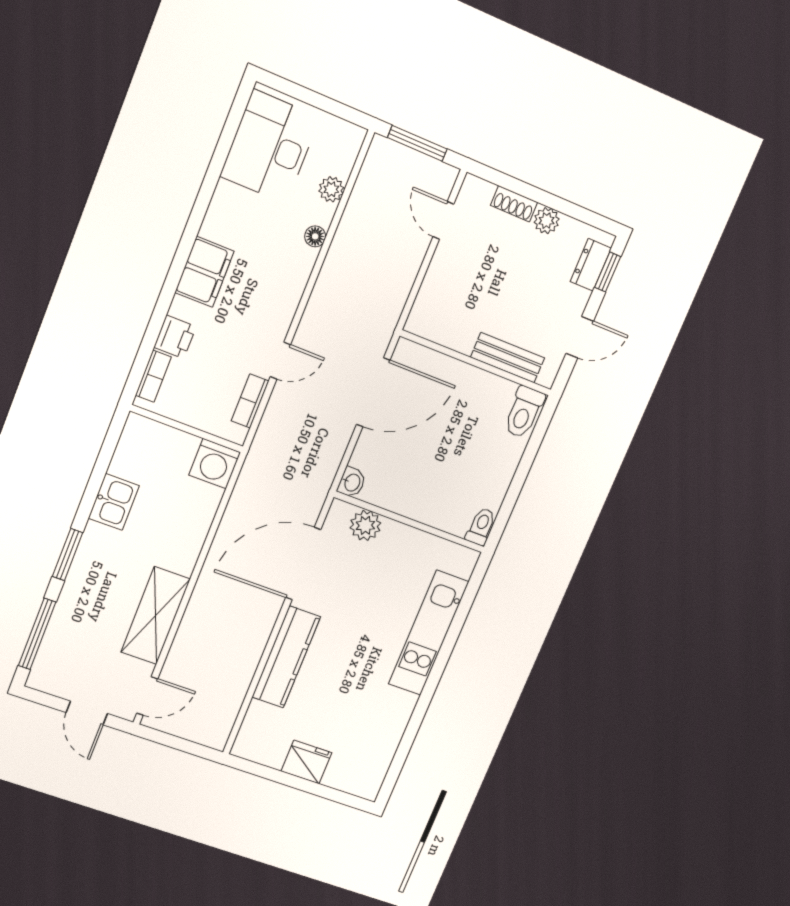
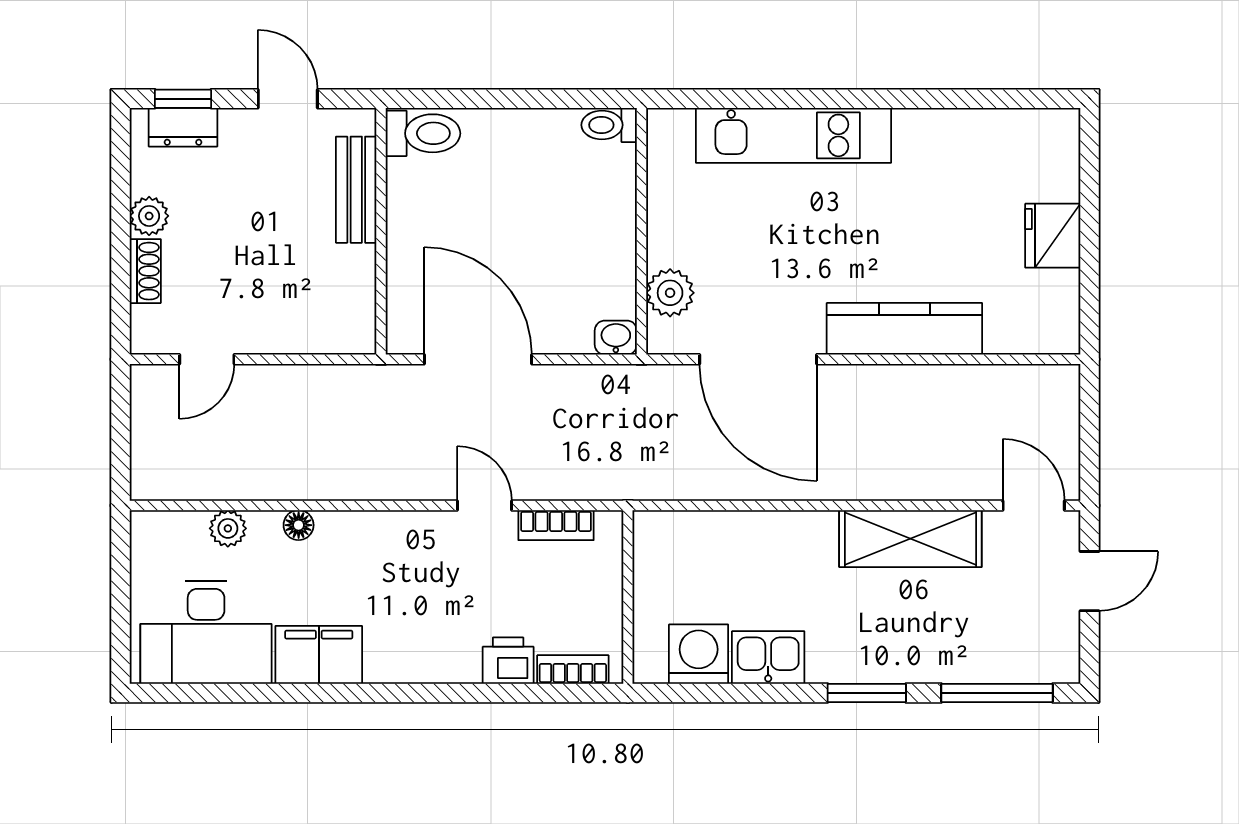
window: (417, 143) -> (121, 437), removed
filing cabinet: (204, 272) -> (319, 655), moved
washing machine: (215, 464) -> (699, 654), moved, turned -90

